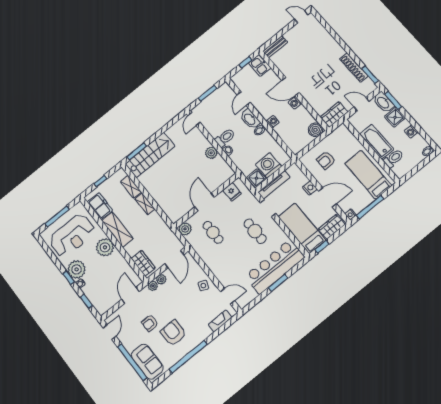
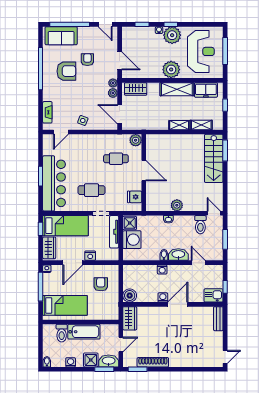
toilet: (225, 138) -> (200, 225), moved
reception desk: (72, 236) -> (201, 51), turned 180

